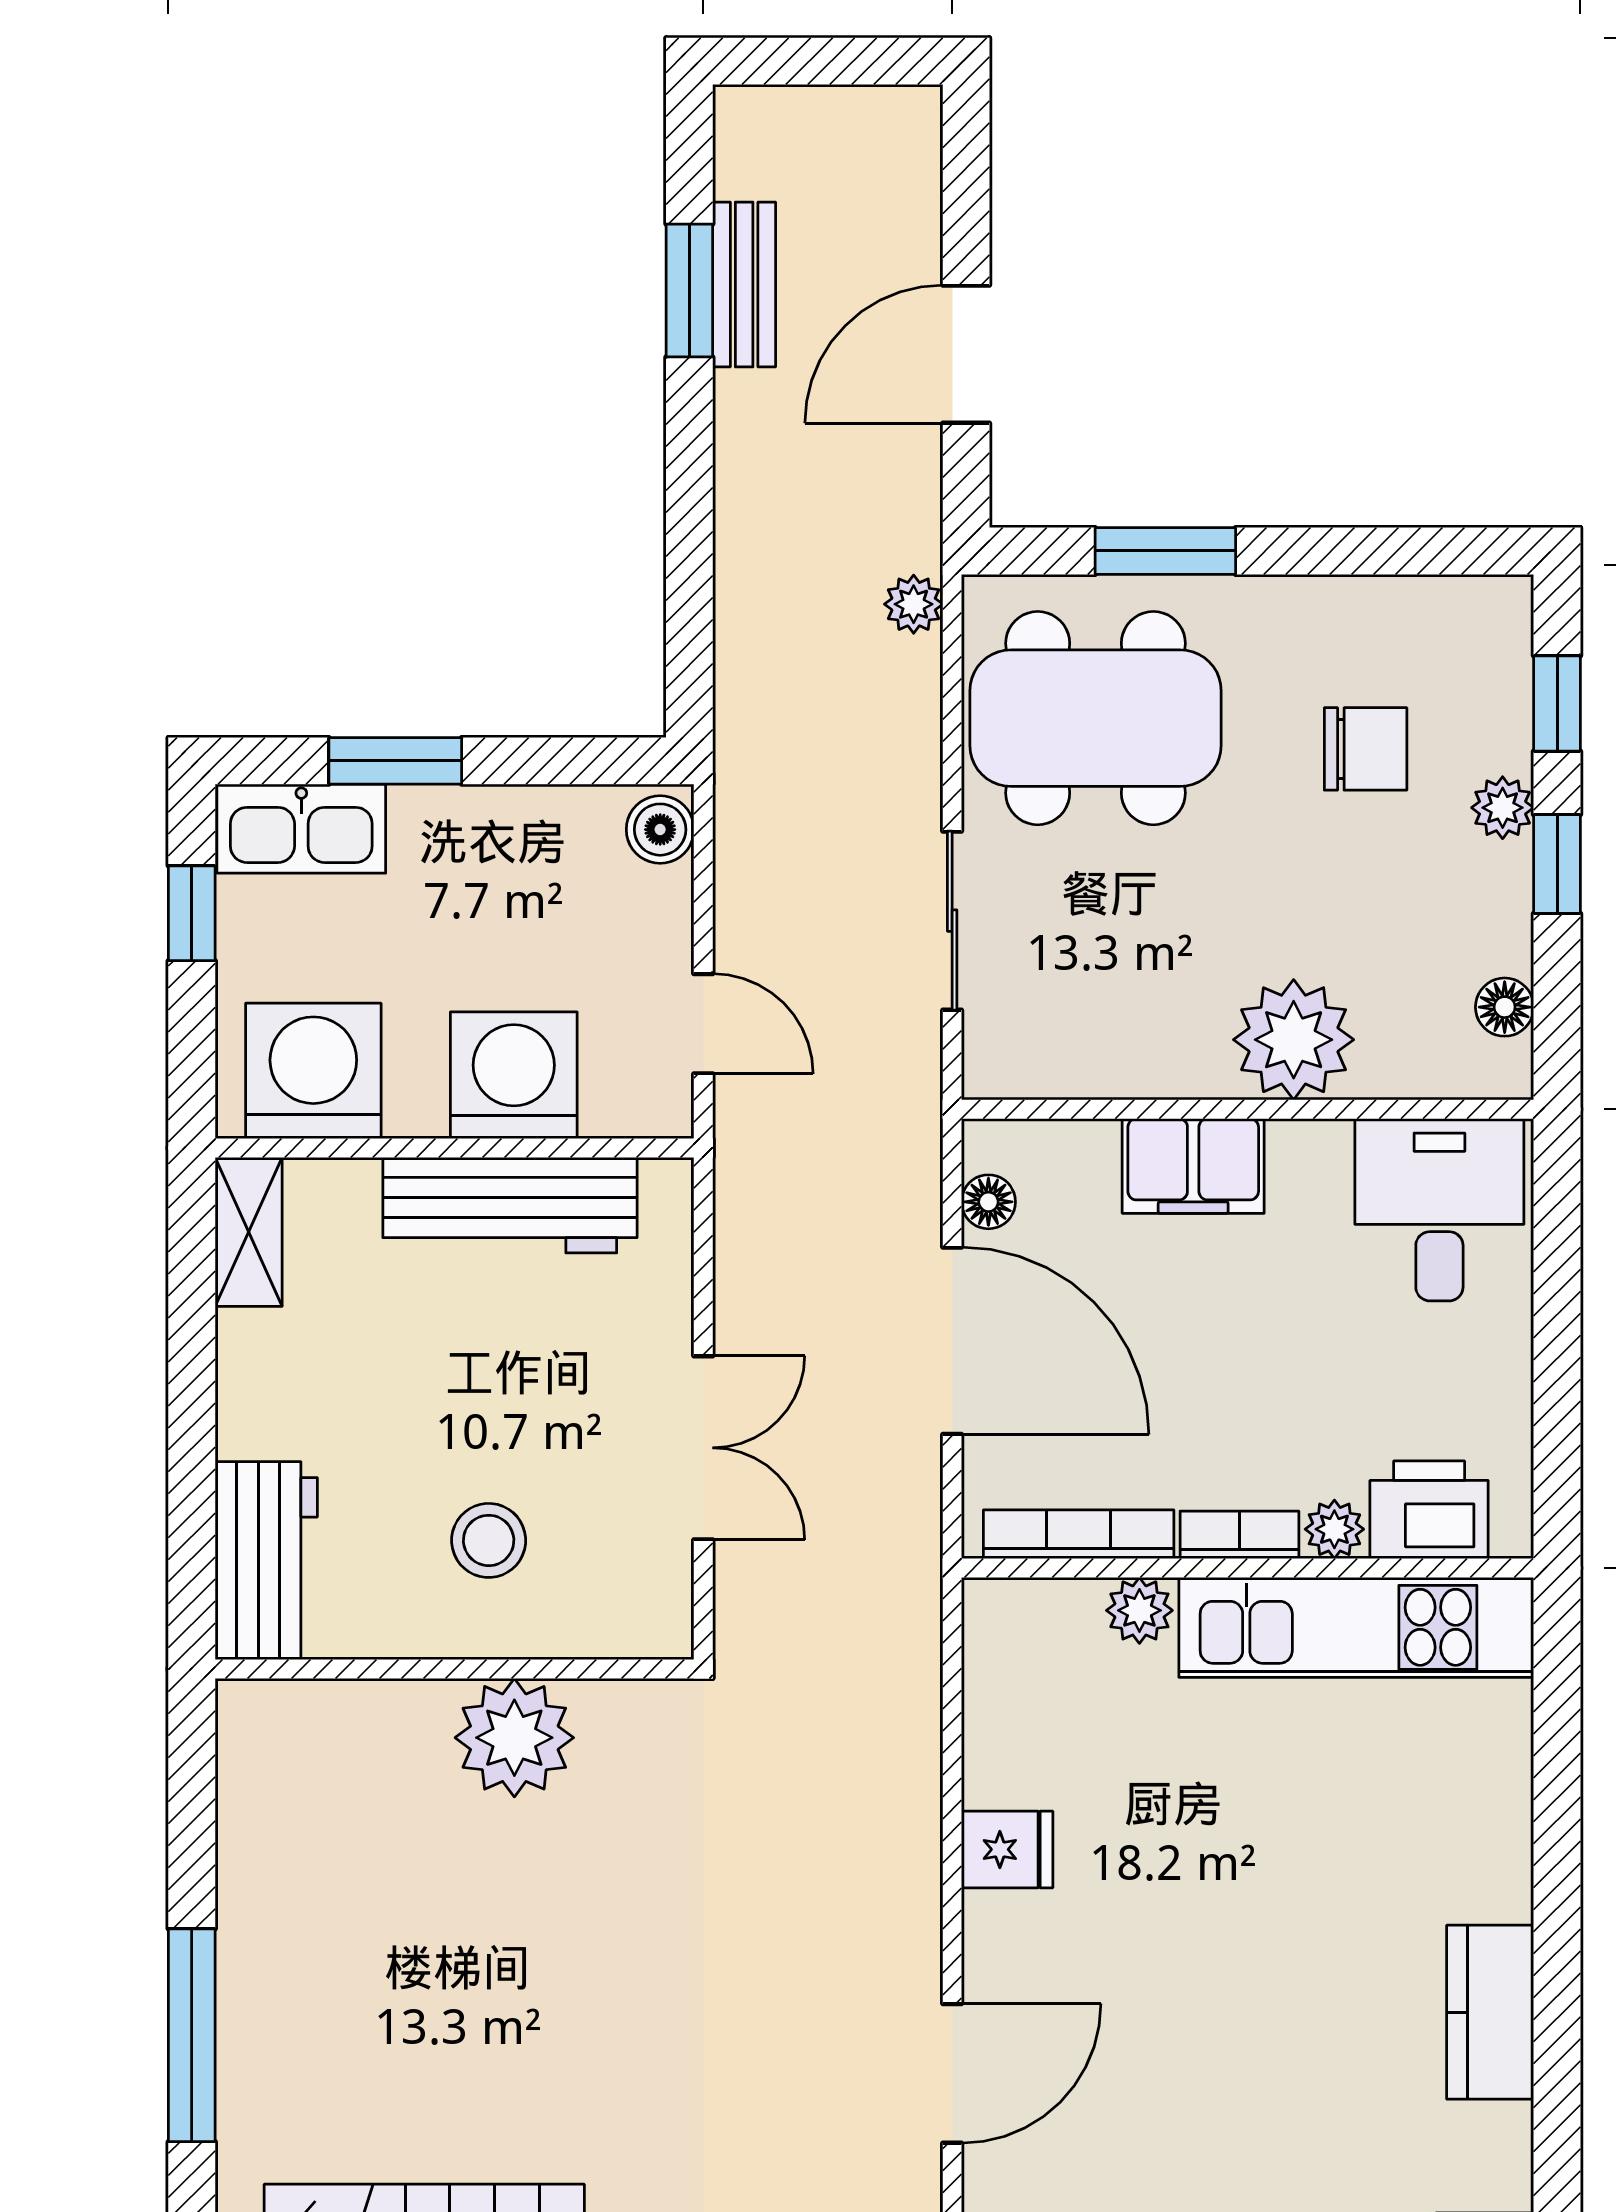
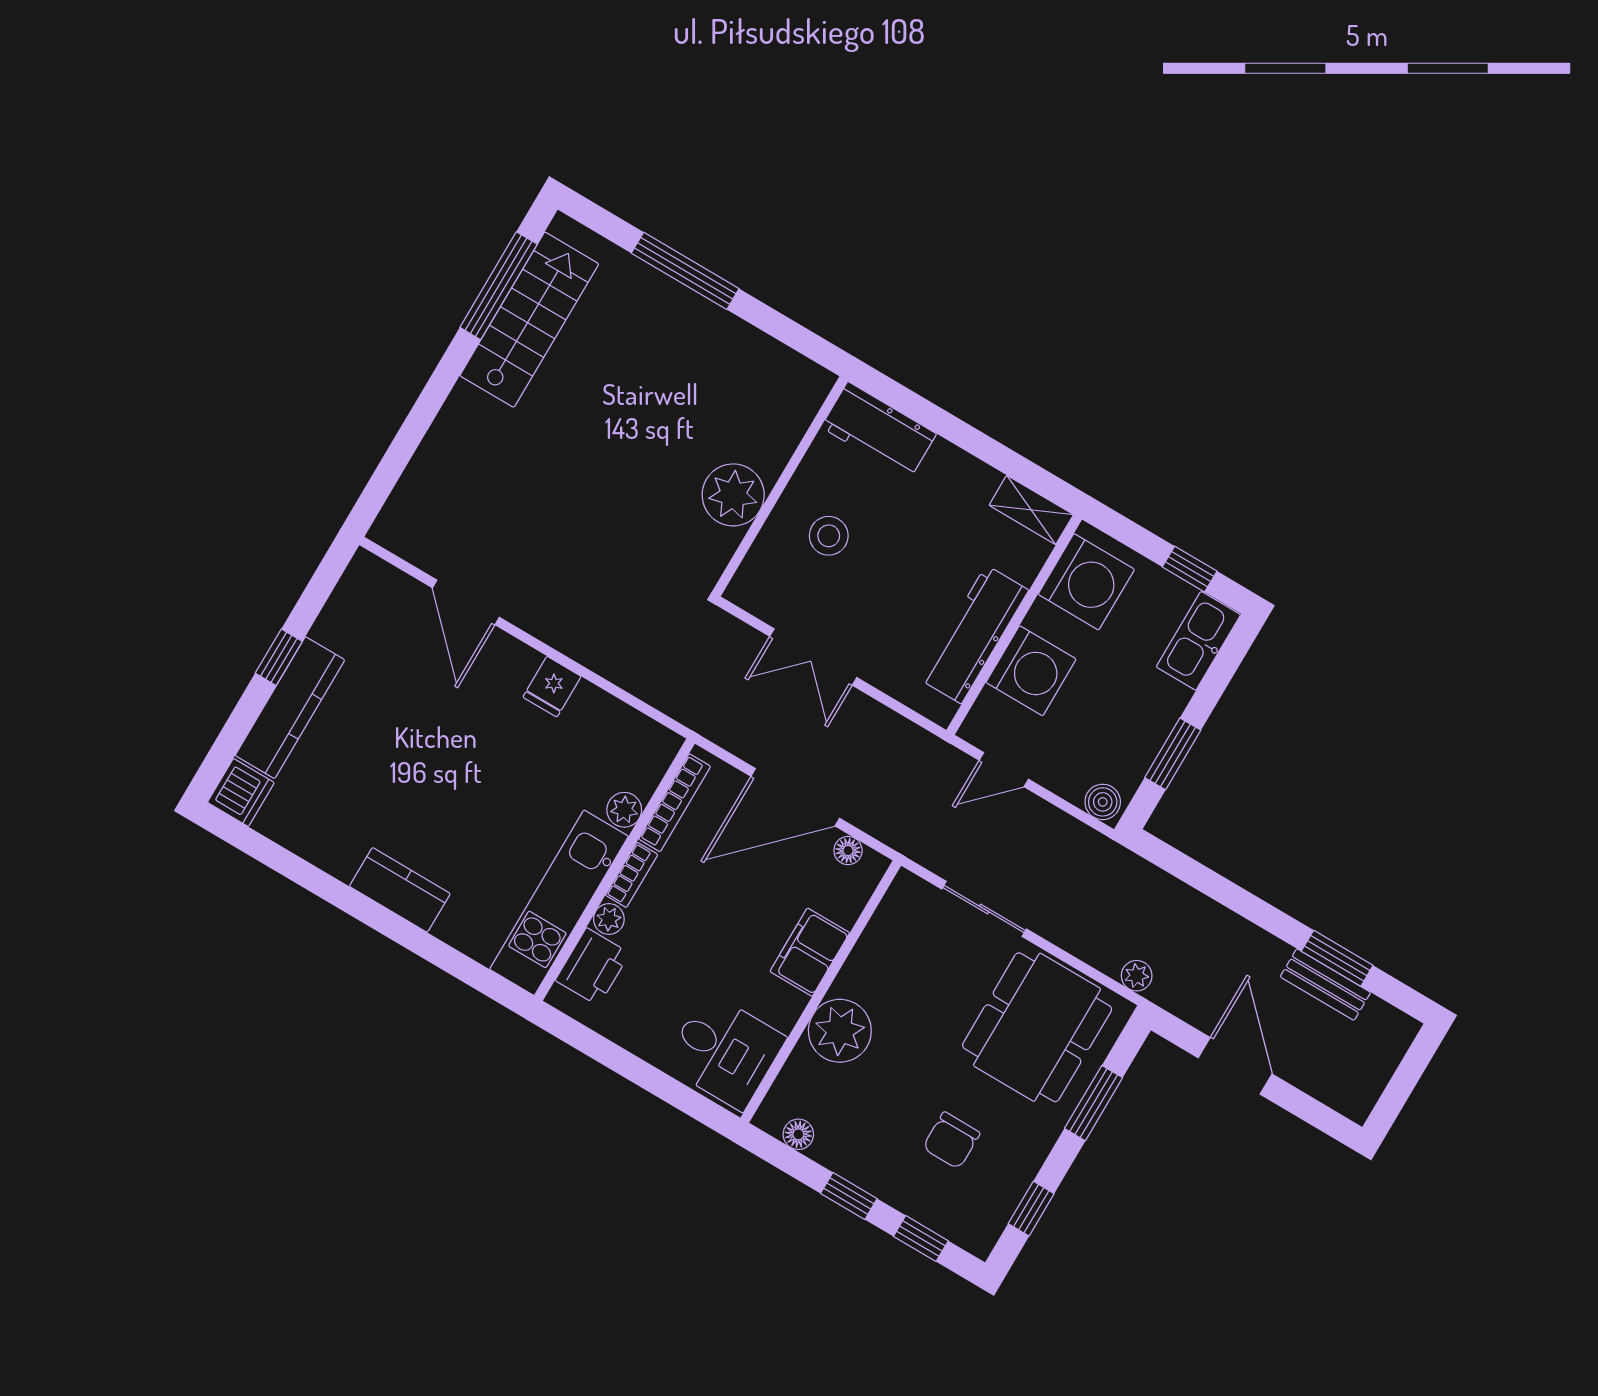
window: (1400, 551) -> (1031, 1209), added
window: (395, 761) -> (1173, 754), moved
plant: (1503, 808) -> (889, 1186), removed
kitchen counter: (1490, 2012) -> (400, 890), moved

